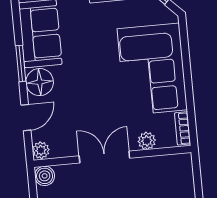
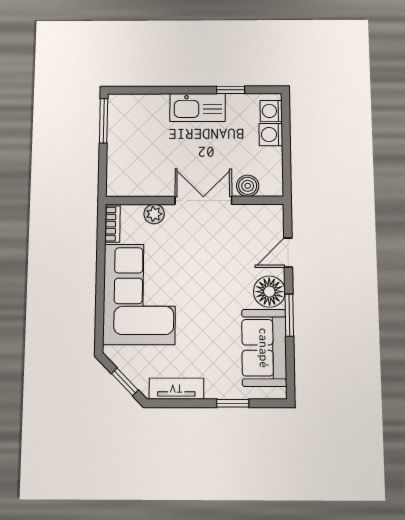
plant: (41, 150) -> (274, 214), removed
double door: (104, 157) -> (203, 200), swing flipped
boiler: (45, 176) -> (248, 186), moved

